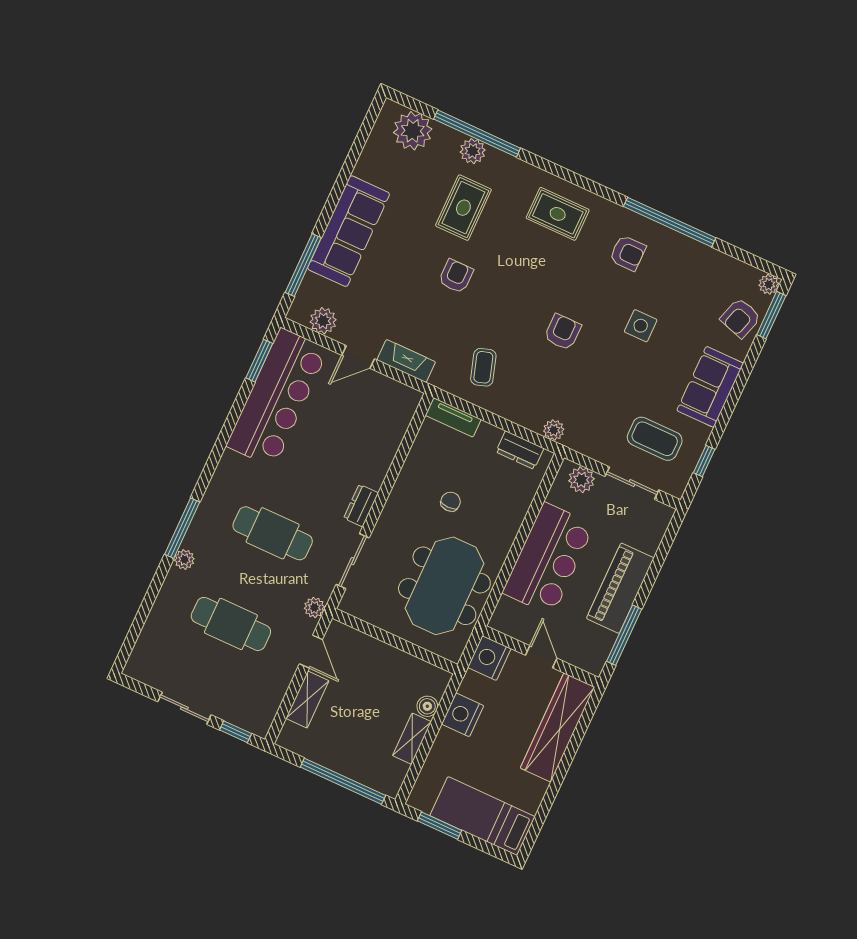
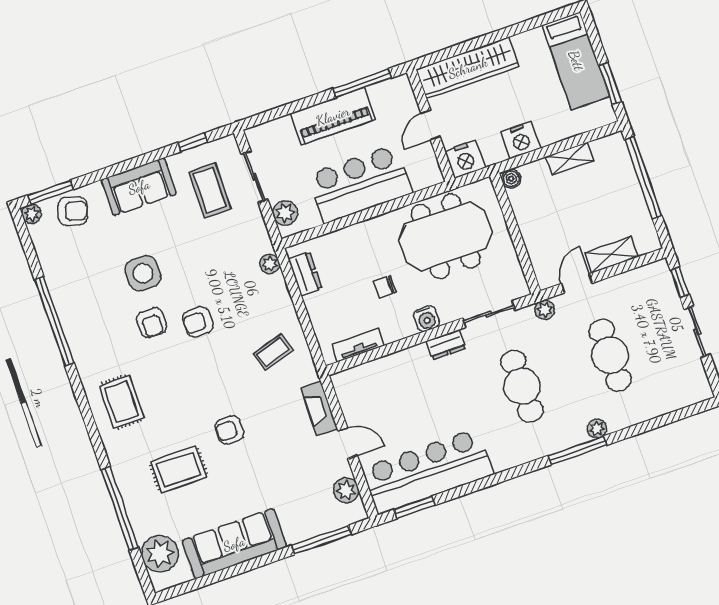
plant: (473, 151) -> (134, 500), removed
sofa: (349, 231) -> (234, 544), moved
armchair: (628, 253) -> (152, 323), moved, turned 180
side table: (641, 326) -> (143, 273), width x1.37, depth x1.37
tv unit: (453, 417) -> (358, 345), moved, turned -90
water cooler: (395, 510) -> (426, 319), added
boiler: (427, 706) -> (511, 179), moved

